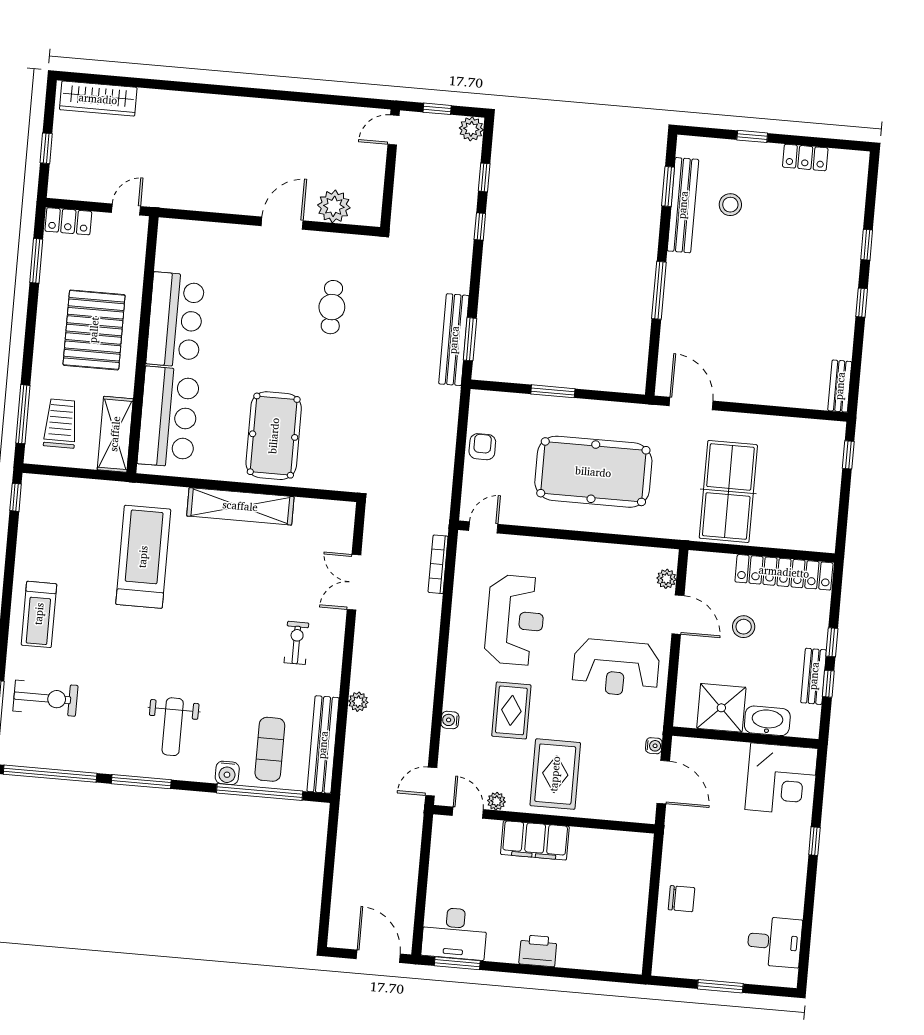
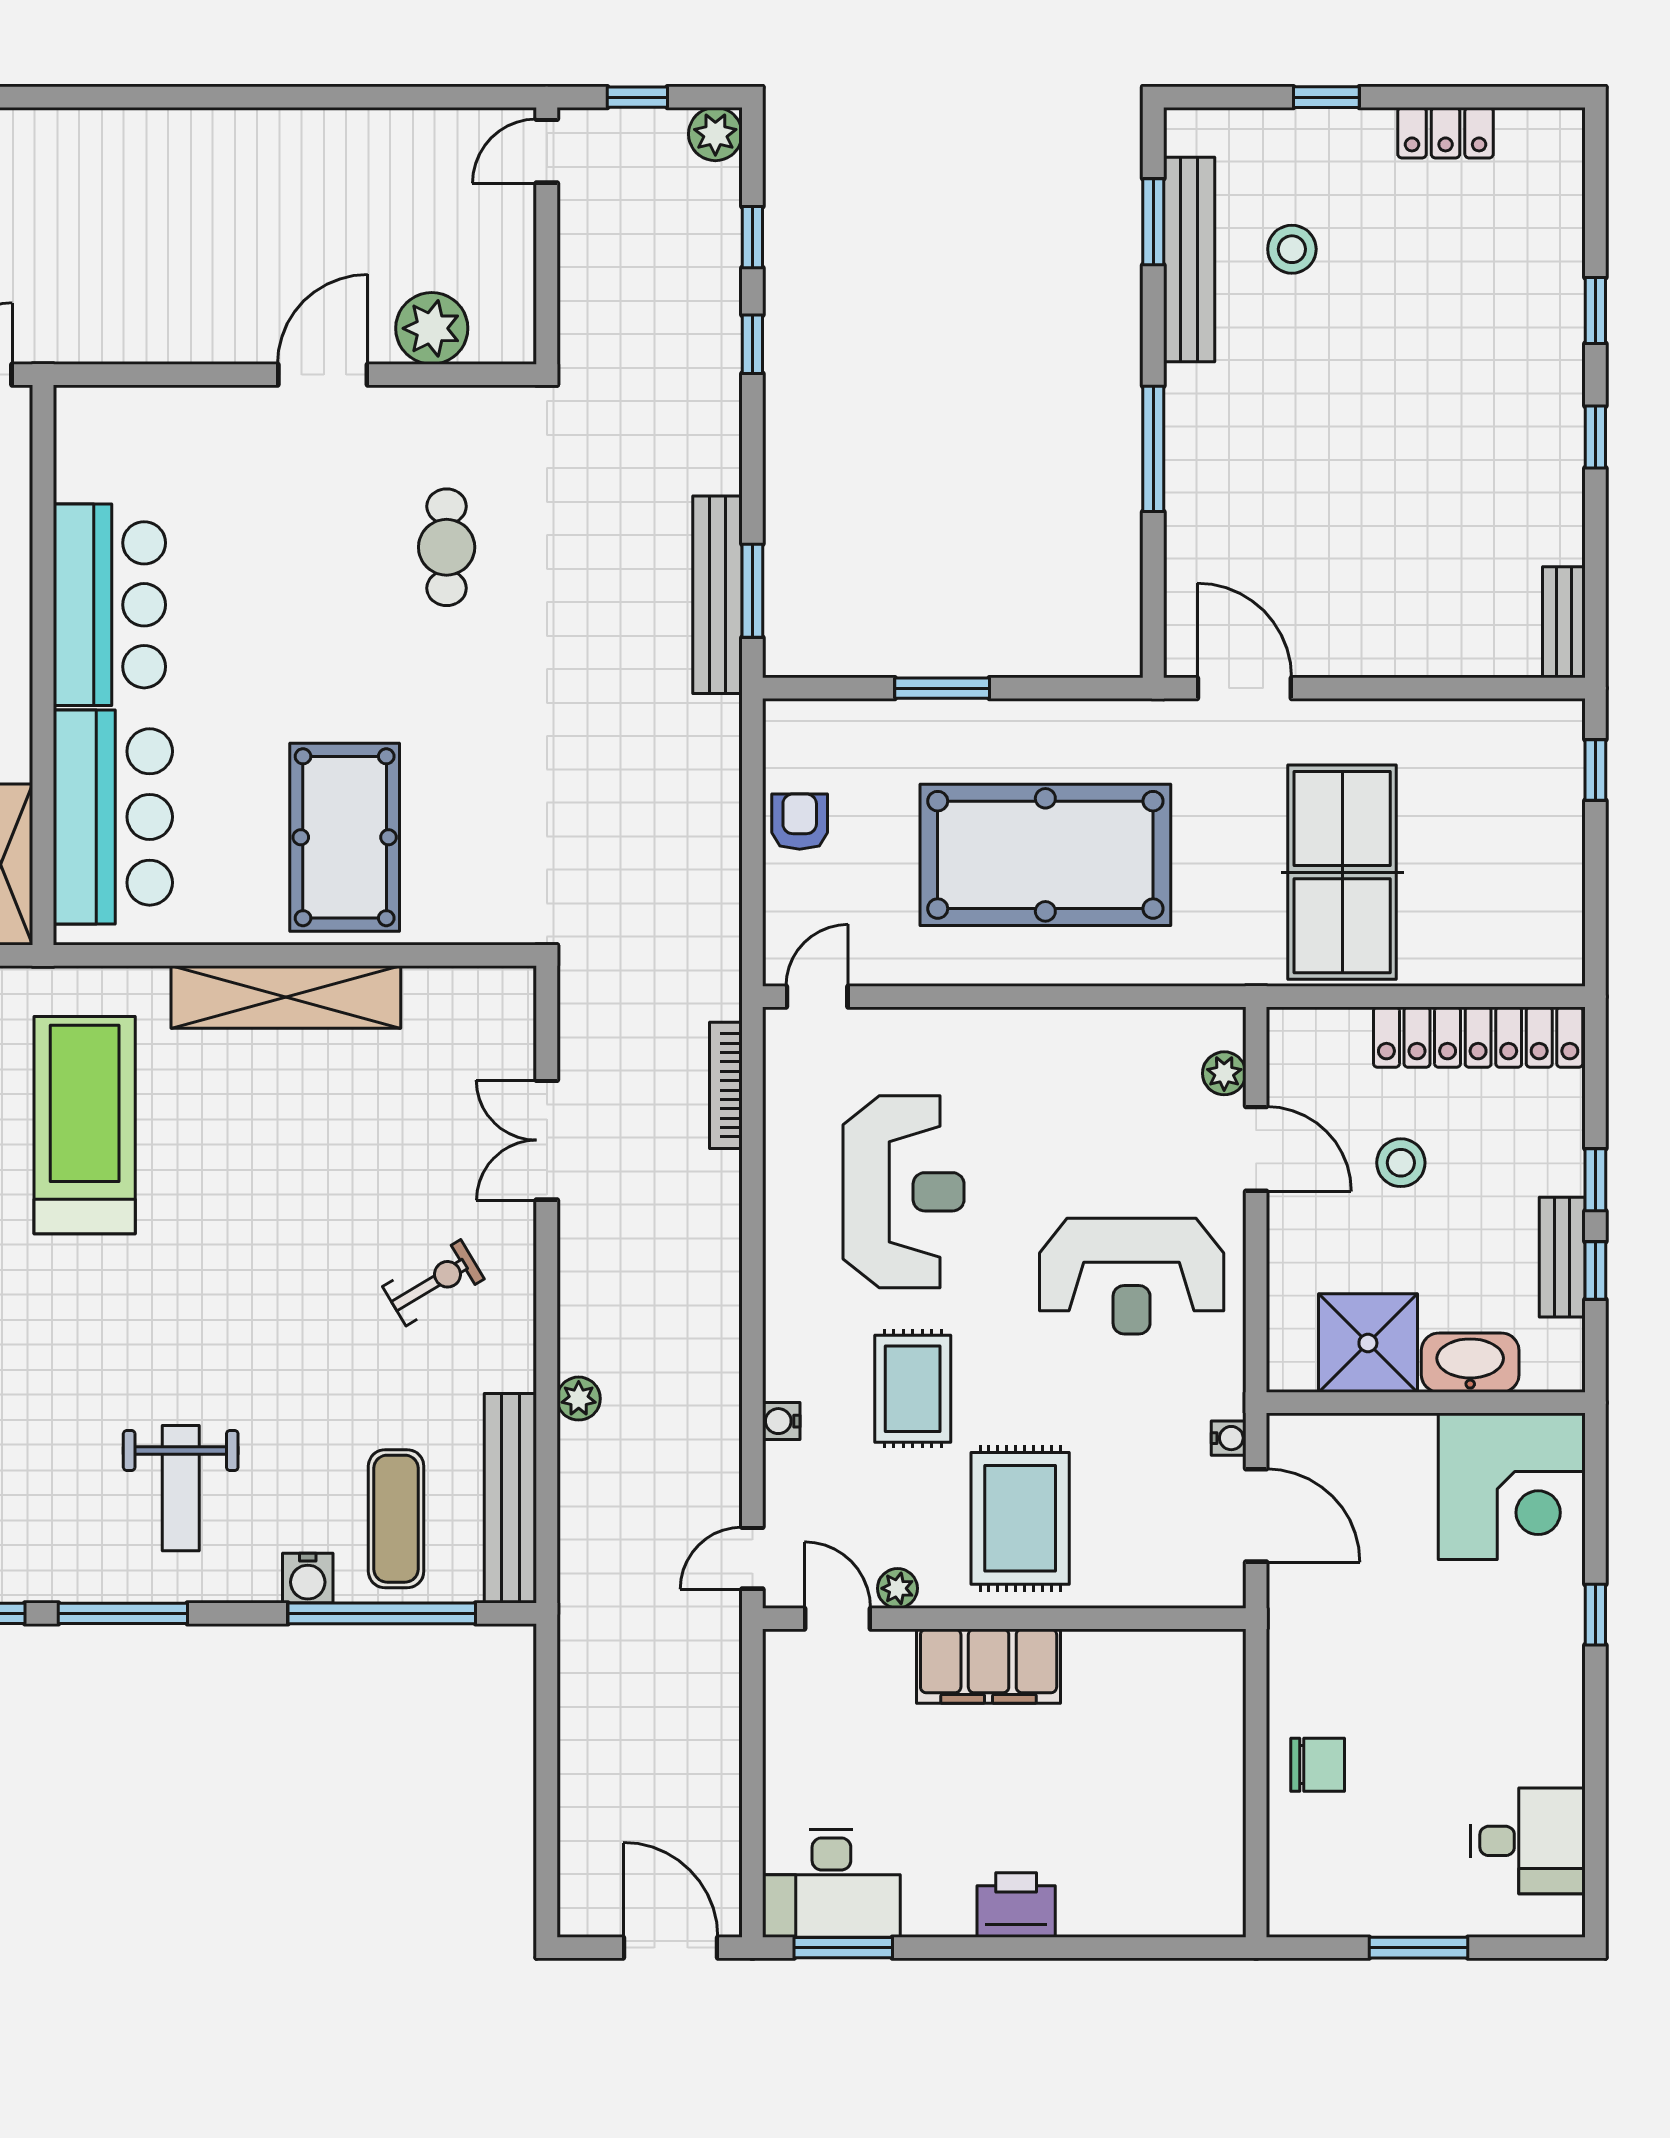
exercise bike: (296, 643) -> (433, 1283), turned 59

